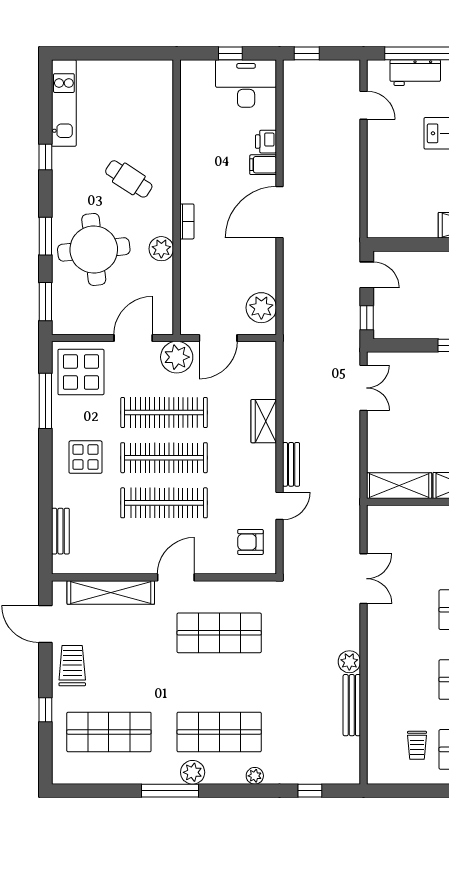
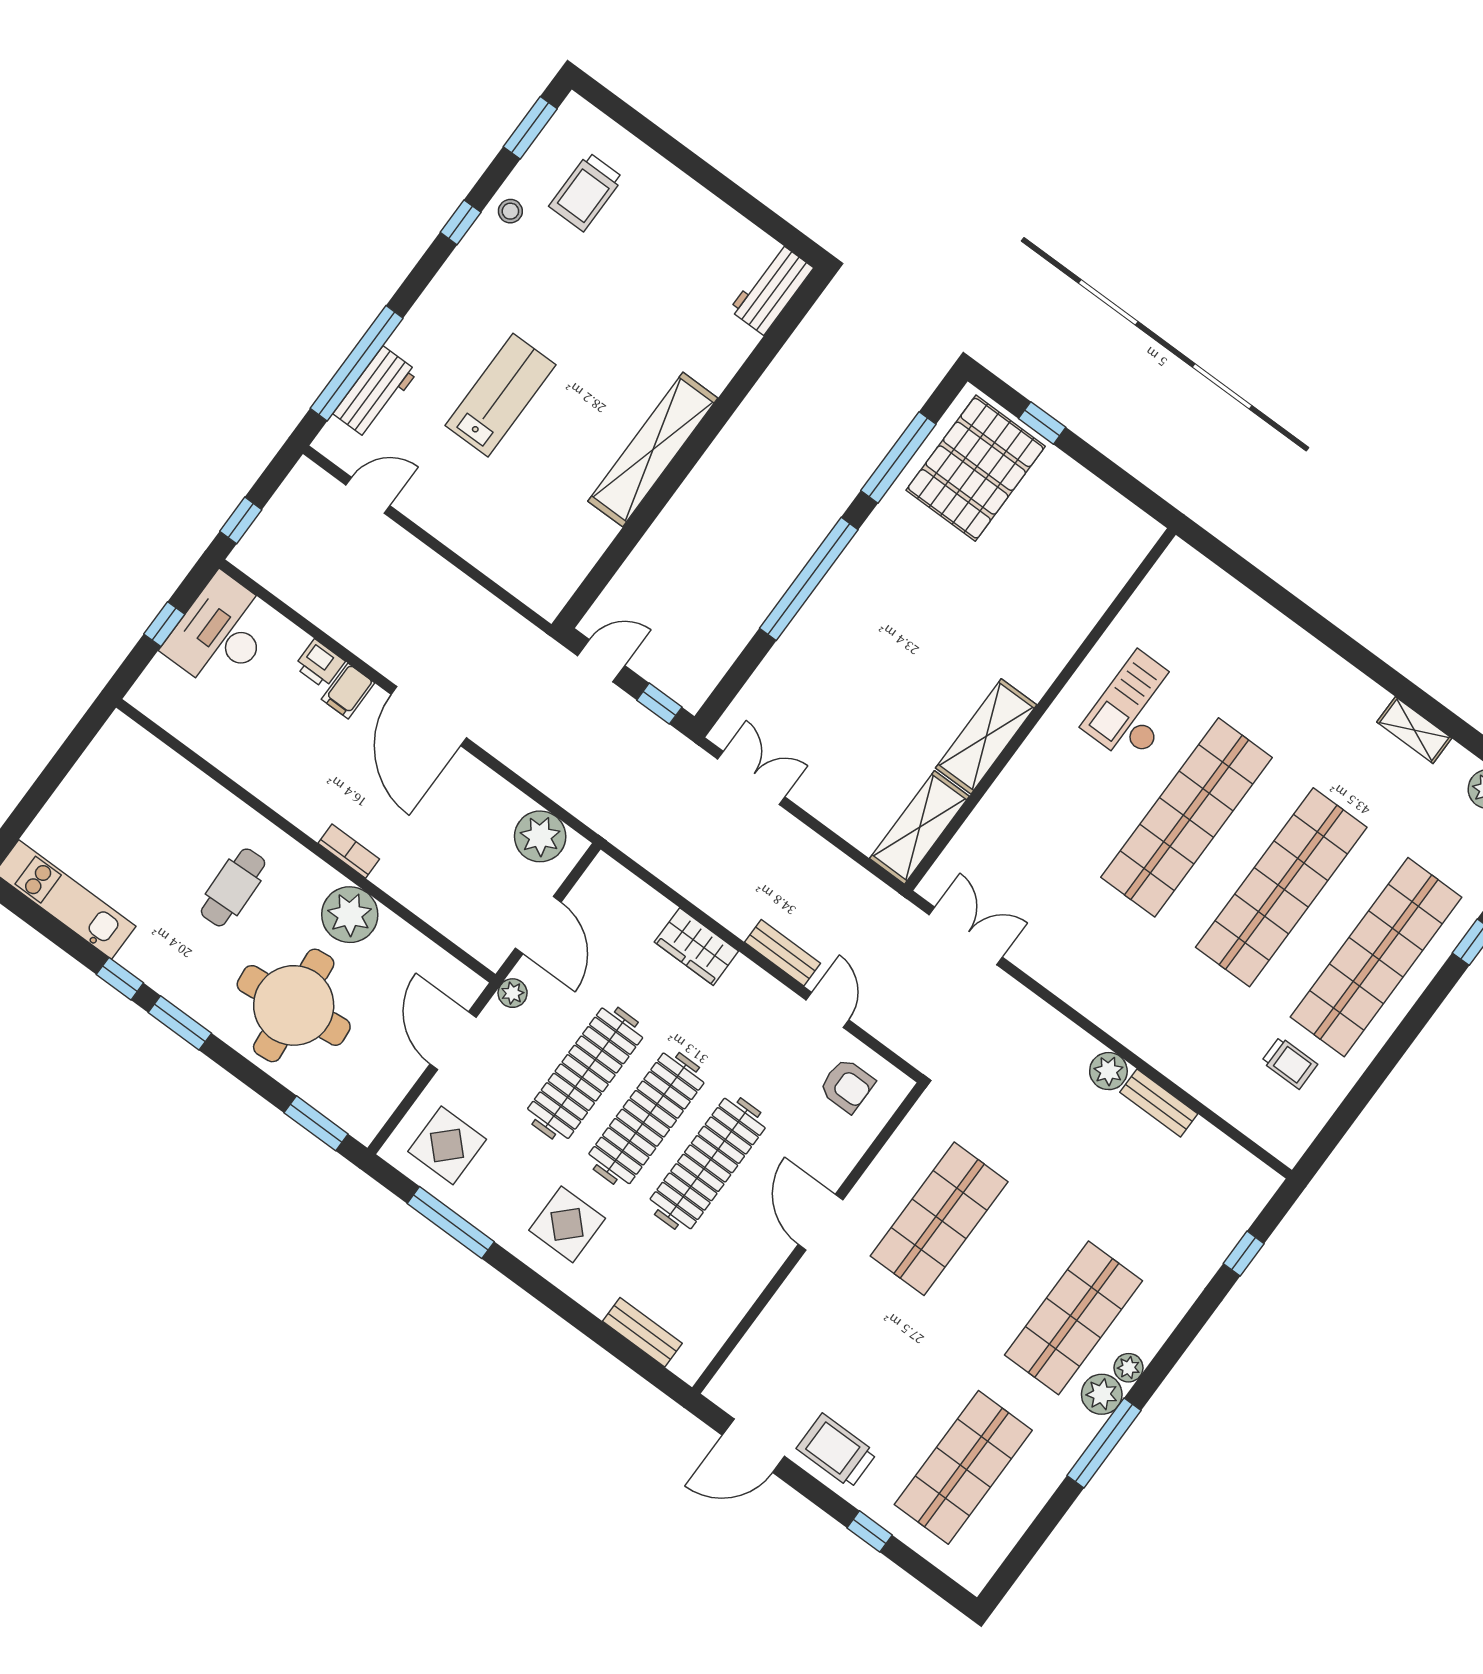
cafe table: (129, 179) -> (233, 887), turned -35
window: (45, 236) -> (180, 1023), moved
plant: (161, 249) -> (350, 915), width x1.36, depth x1.36
plant: (177, 357) -> (513, 993), width x0.53, depth x0.53
display table: (81, 372) -> (447, 1145), width x0.73, depth x0.73
armchair: (250, 542) -> (847, 1085), turned -90
double door: (364, 579) -> (966, 936), moved
shelving: (111, 592) -> (776, 1325), removed
bench: (352, 705) -> (1159, 1103), width x0.73
plant: (255, 776) -> (1129, 1368), moved

